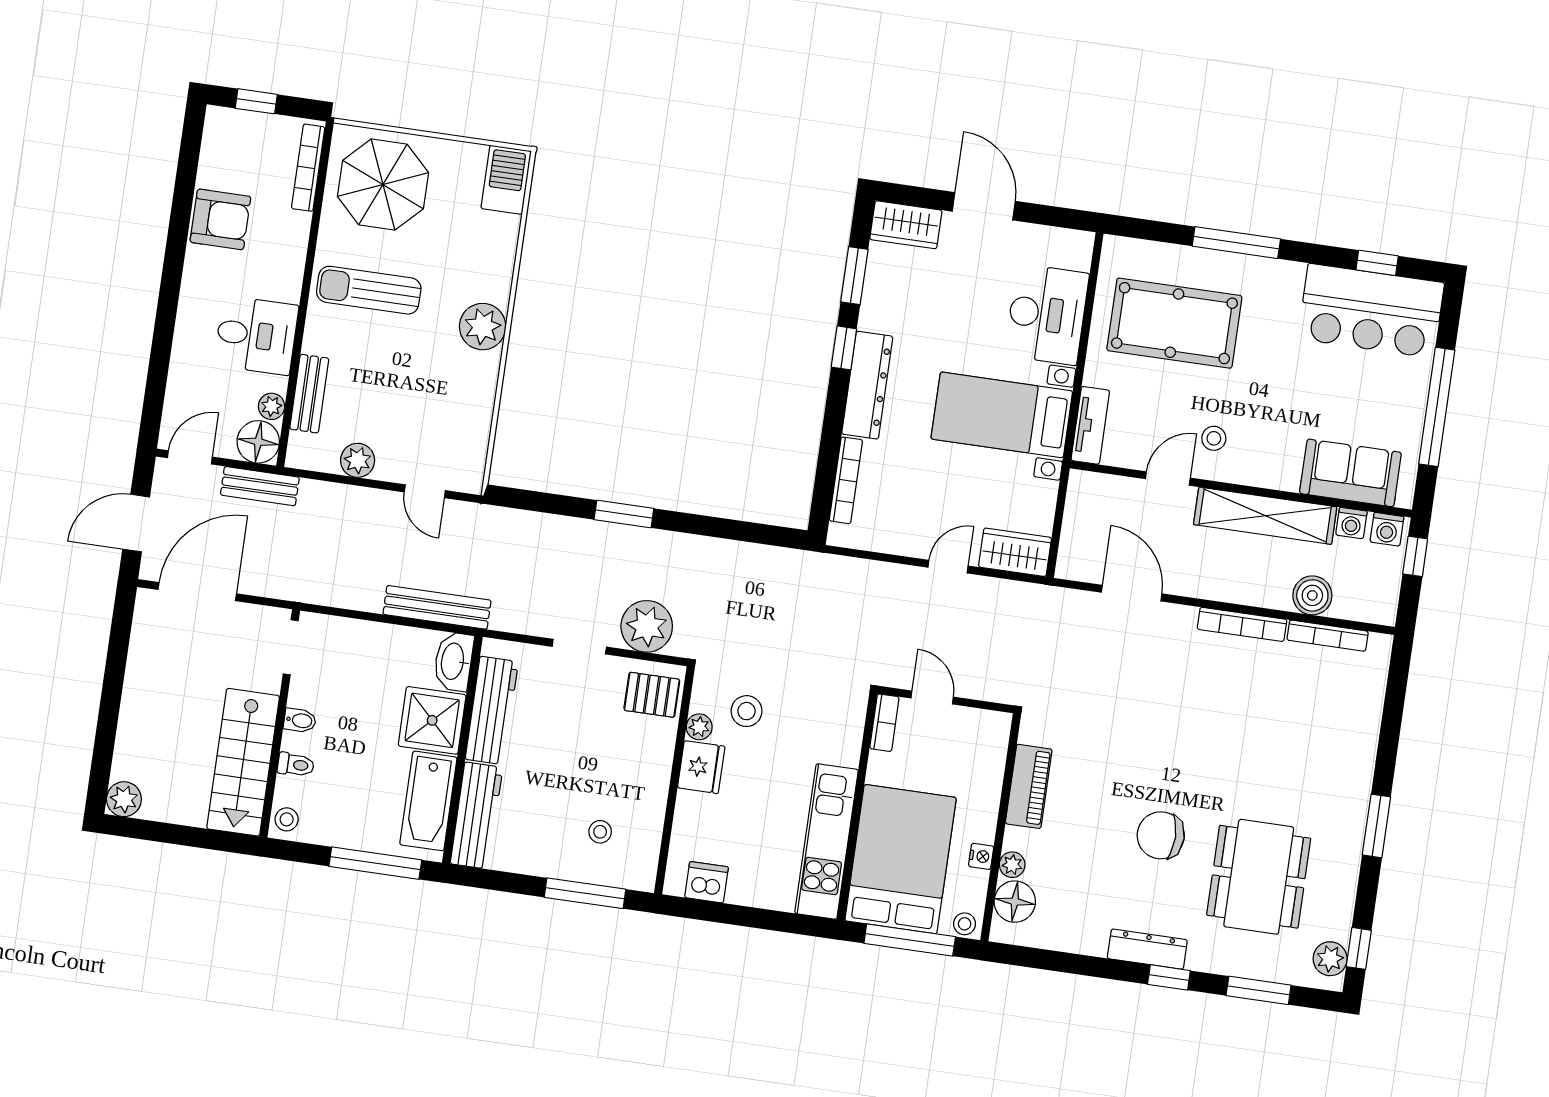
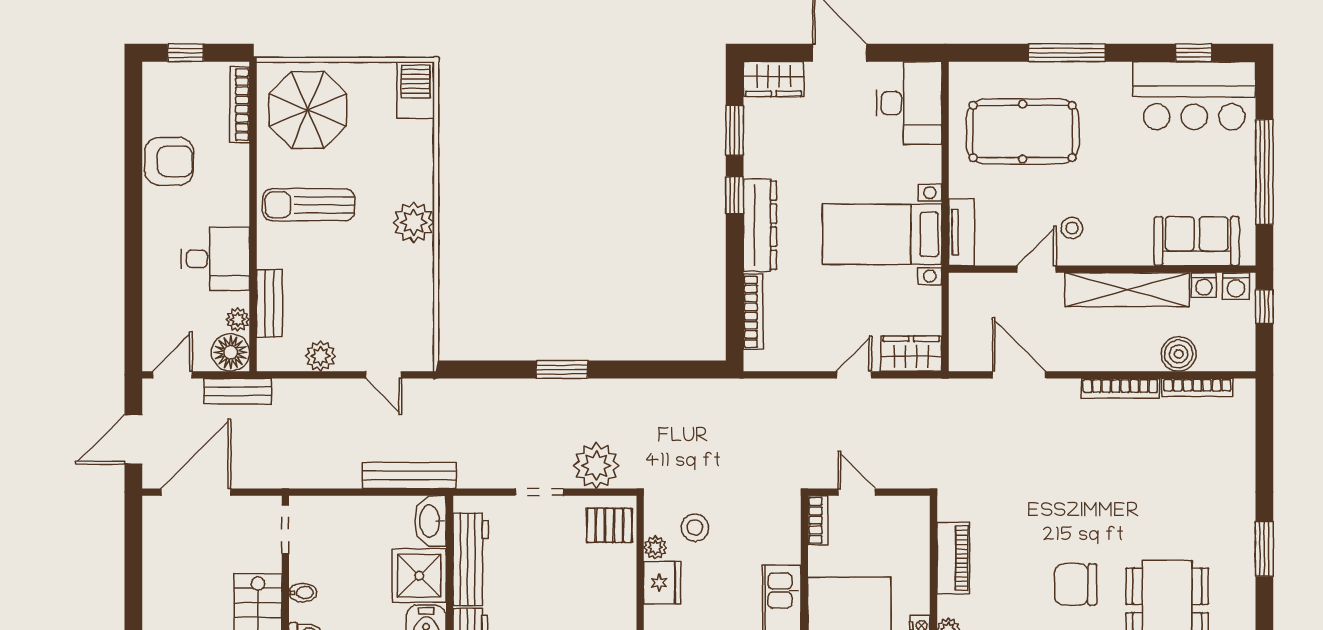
desk: (1047, 314) -> (909, 103), moved

